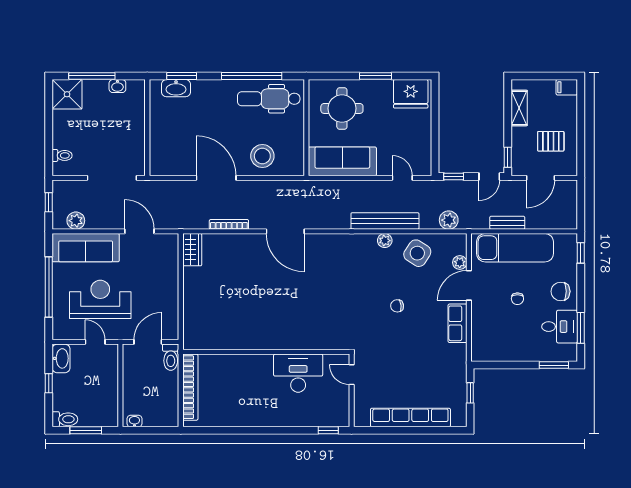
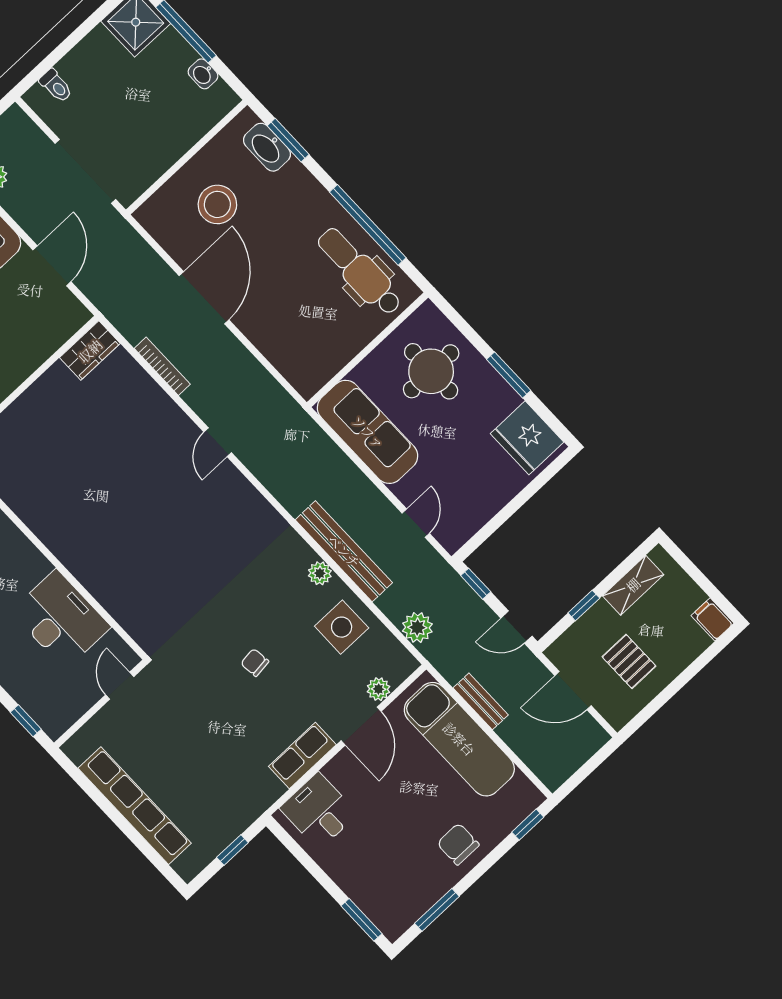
stool: (262, 156) -> (217, 204), moved
window: (508, 157) -> (584, 606), moved
door: (285, 231) -> (218, 442), width x0.53
side table: (417, 253) -> (342, 627), turned -33
door: (469, 285) -> (361, 726), swing flipped
chair: (517, 299) -> (400, 800), removed
desk: (560, 327) -> (319, 811), moved, turned 180

